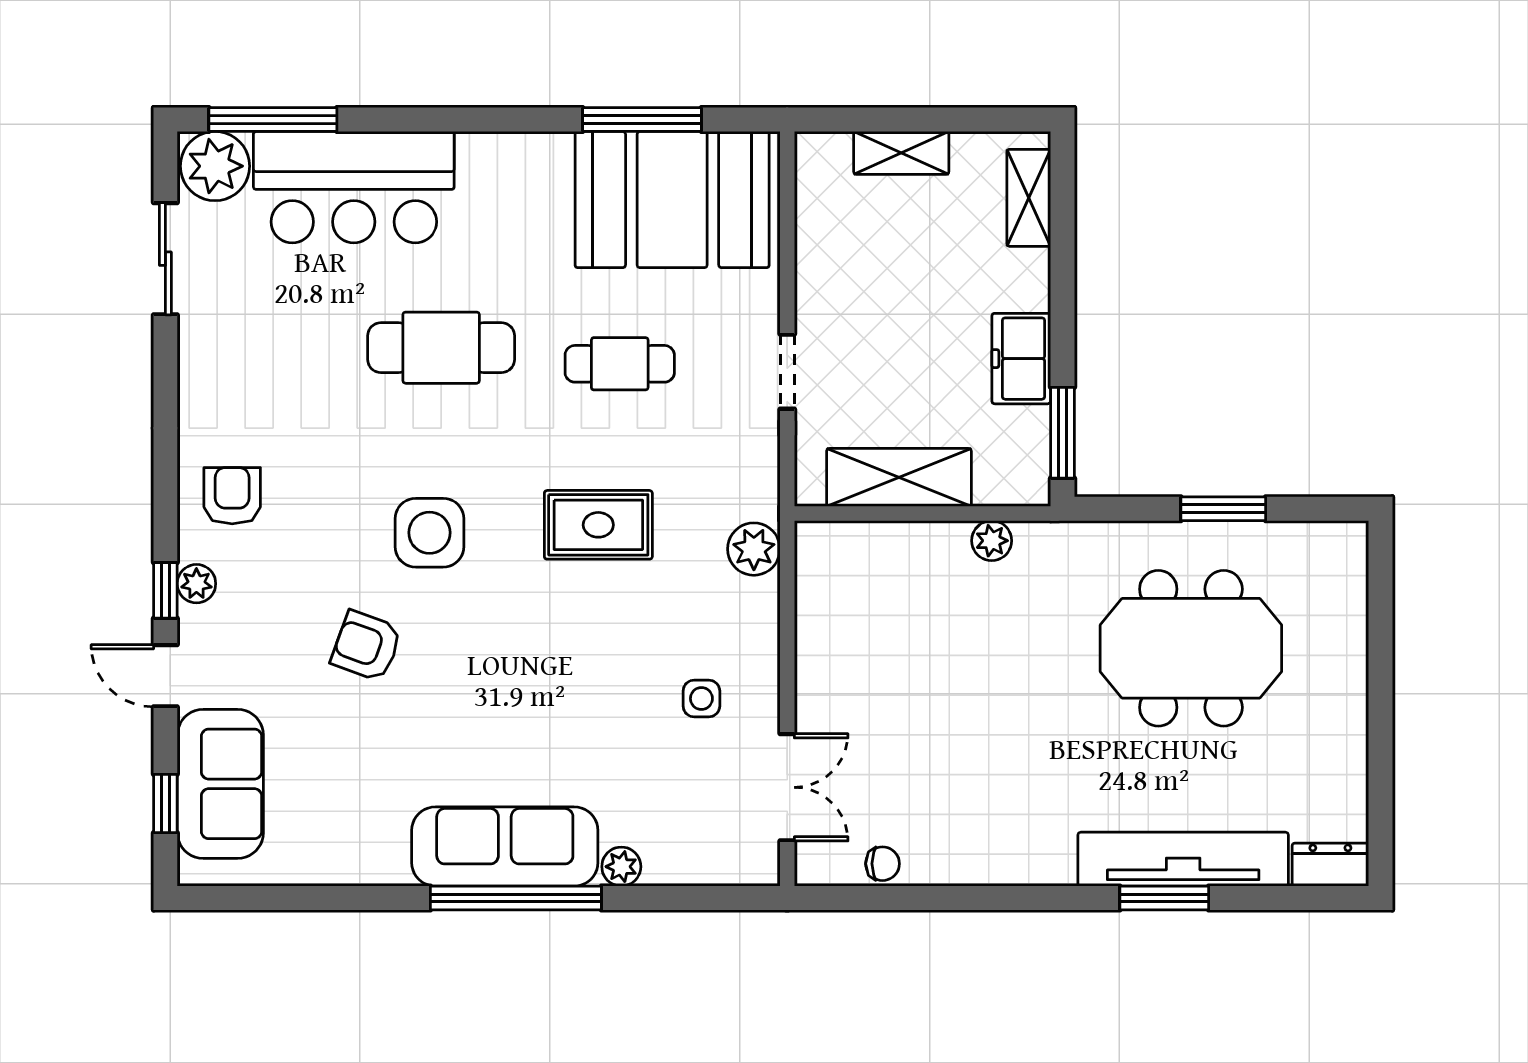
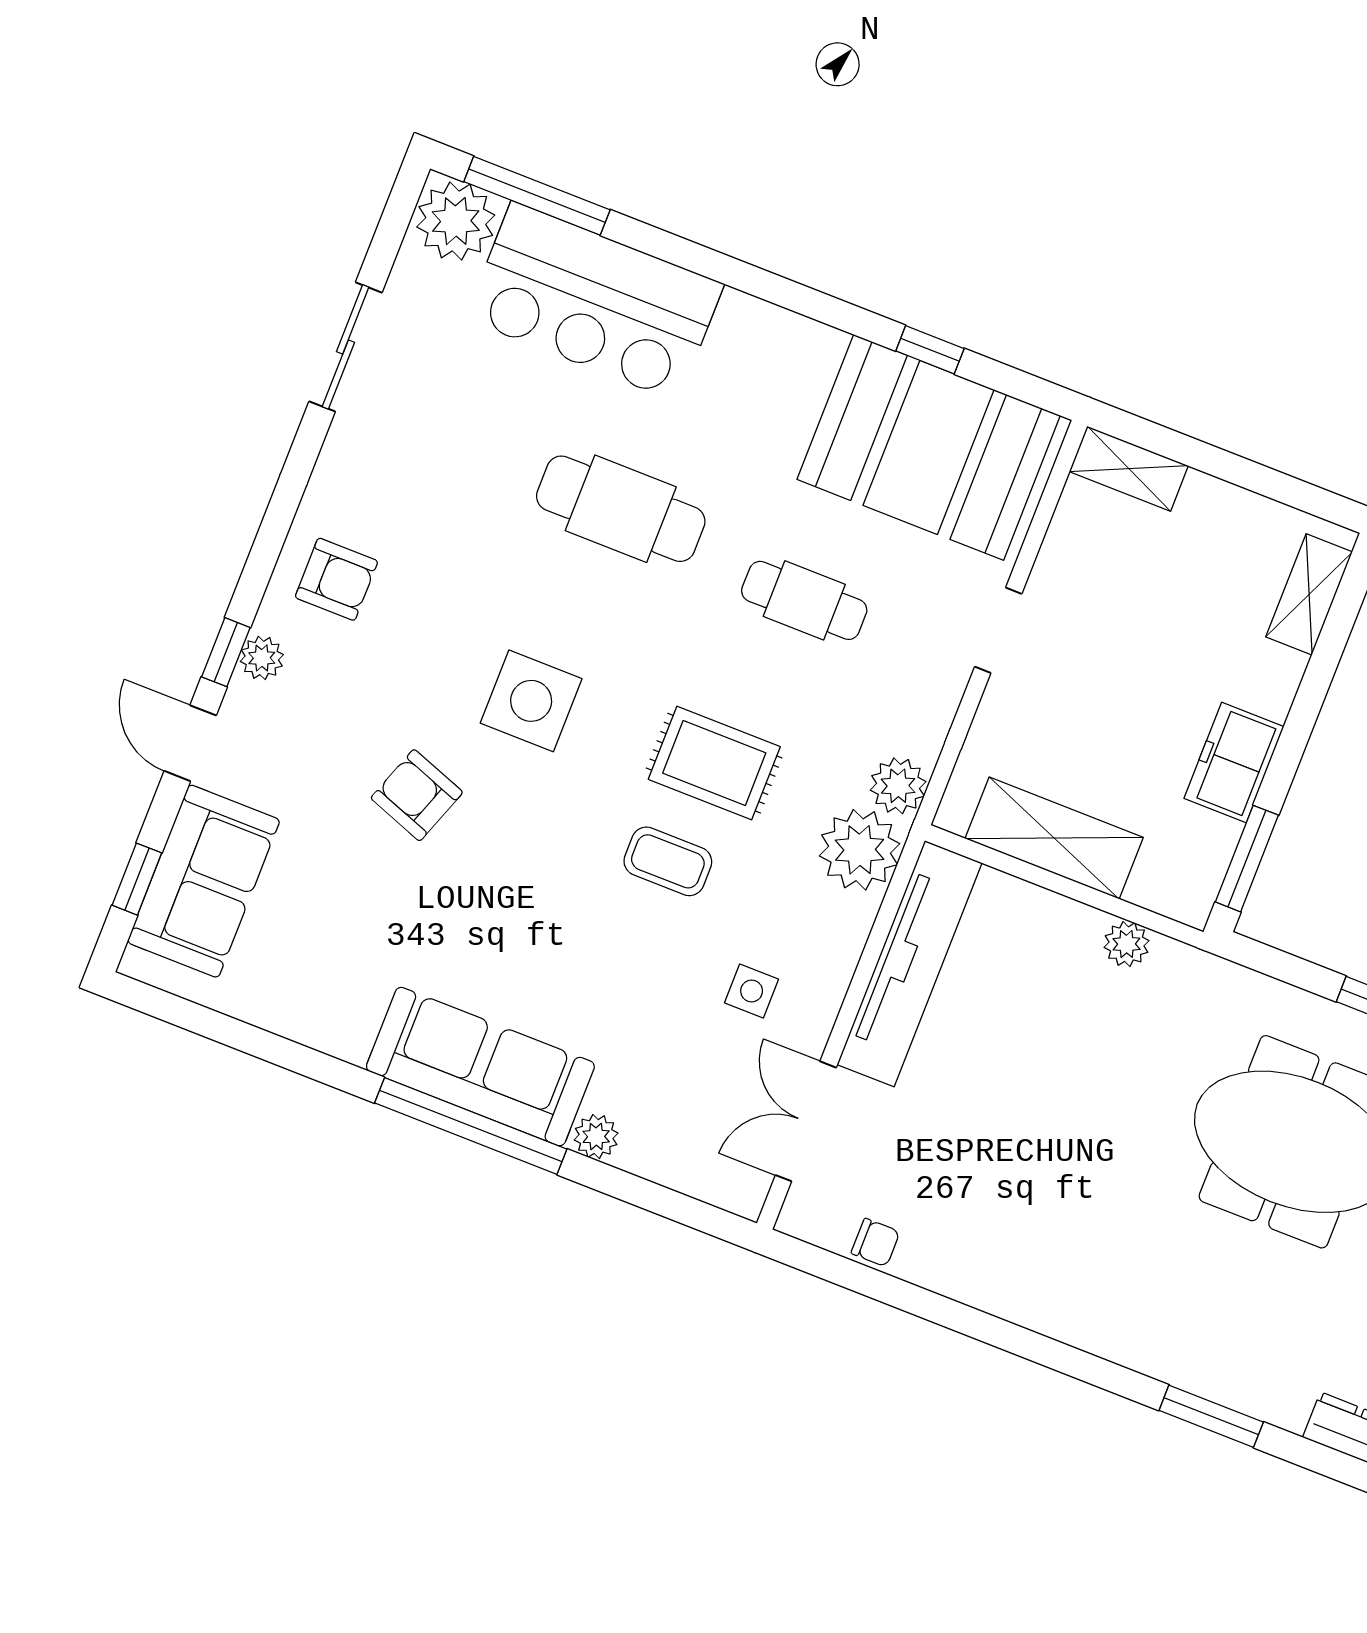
window: (642, 120) -> (930, 350), width x0.46
shelving: (901, 153) -> (1129, 469), moved
sliding door: (165, 259) -> (345, 347), moved
doorway: (787, 372) -> (998, 630), moved
plant: (755, 485) -> (898, 786), added
armchair: (232, 496) -> (336, 579), turned 90
plant: (754, 549) -> (860, 850), width x1.36, depth x1.36
coffee table: (592, 620) -> (668, 861), added
double door: (787, 787) -> (806, 1121), swing flipped
tv unit: (1183, 859) -> (909, 964), moved, turned 90
window: (1164, 898) -> (1211, 1416), moved

